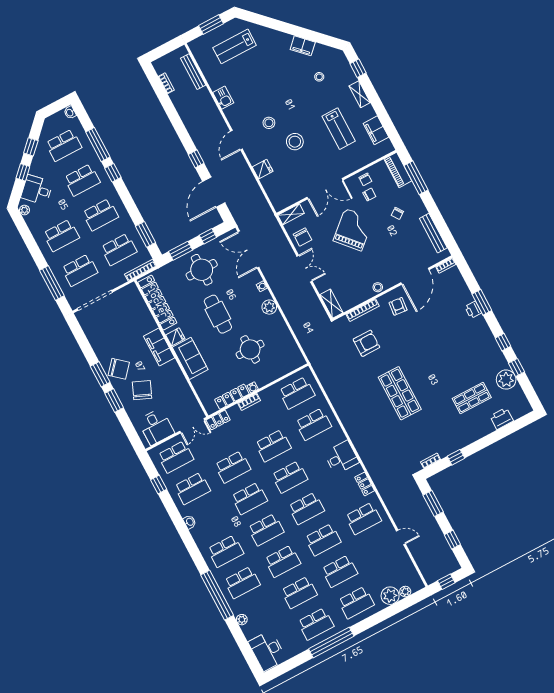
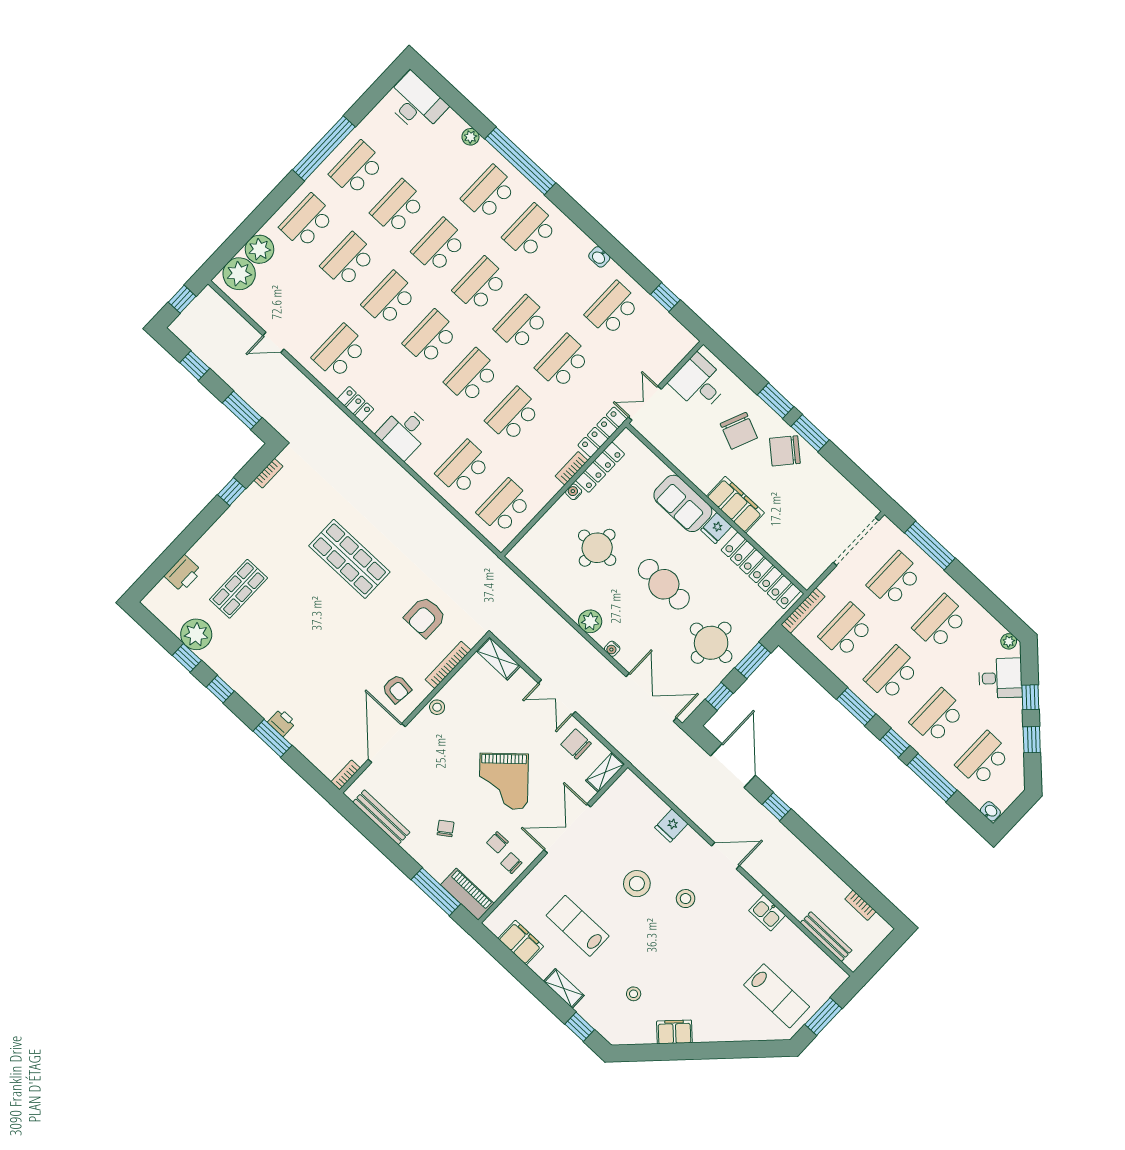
lab bench: (235, 46) -> (777, 996), turned 90
door: (236, 140) -> (726, 856), hinge flipped
window: (145, 234) -> (856, 707), moved
locker: (218, 420) -> (602, 432), width x1.53
school desk: (176, 457) -> (654, 347), removed
plant: (405, 592) -> (239, 274), width x1.87, depth x1.87

